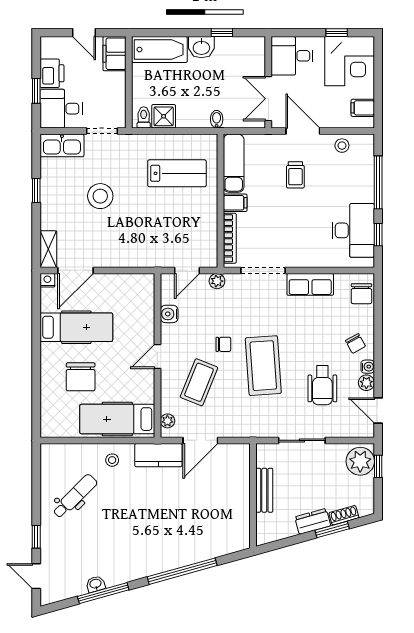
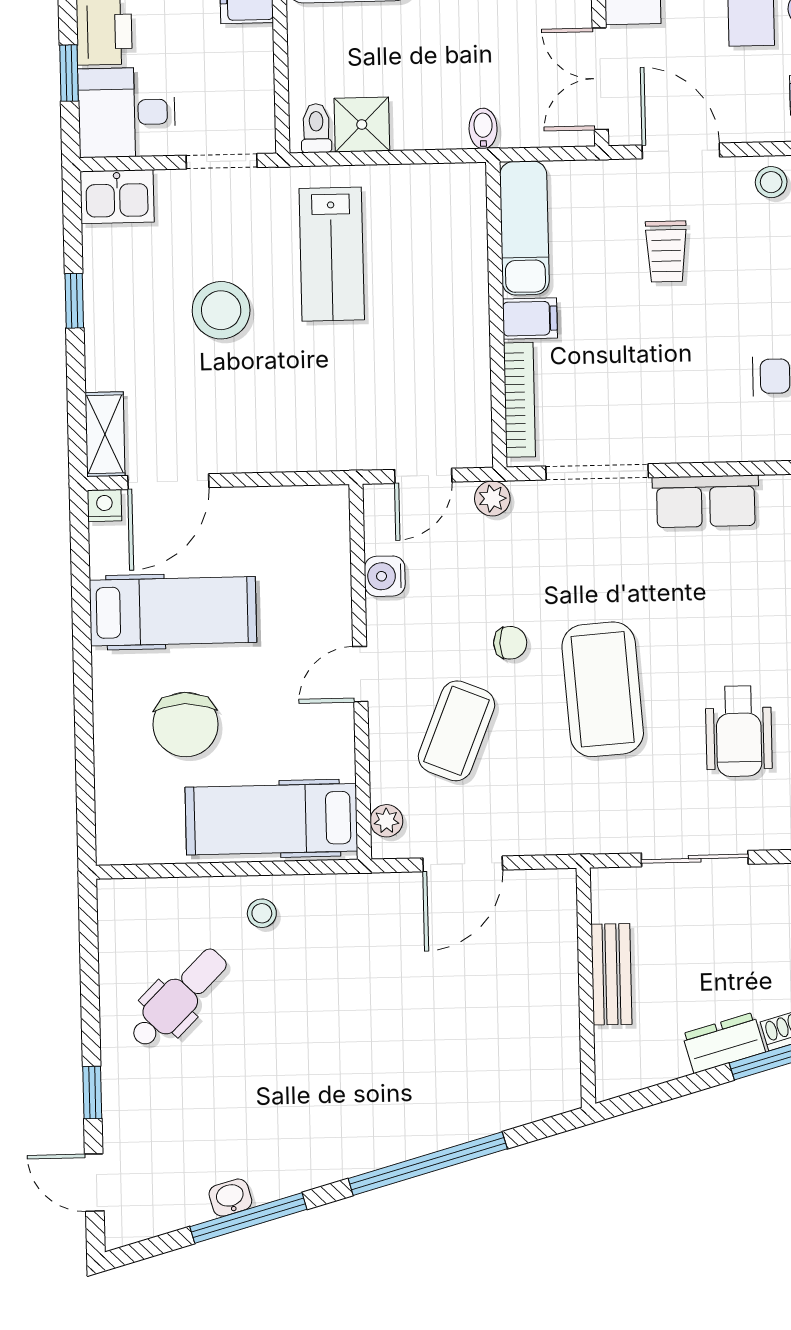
kitchen sink: (62, 145) -> (117, 197), width x0.73
lab bench: (177, 173) -> (332, 254), moved, turned 90
kitchen counter: (158, 455) -> (367, 899), removed

